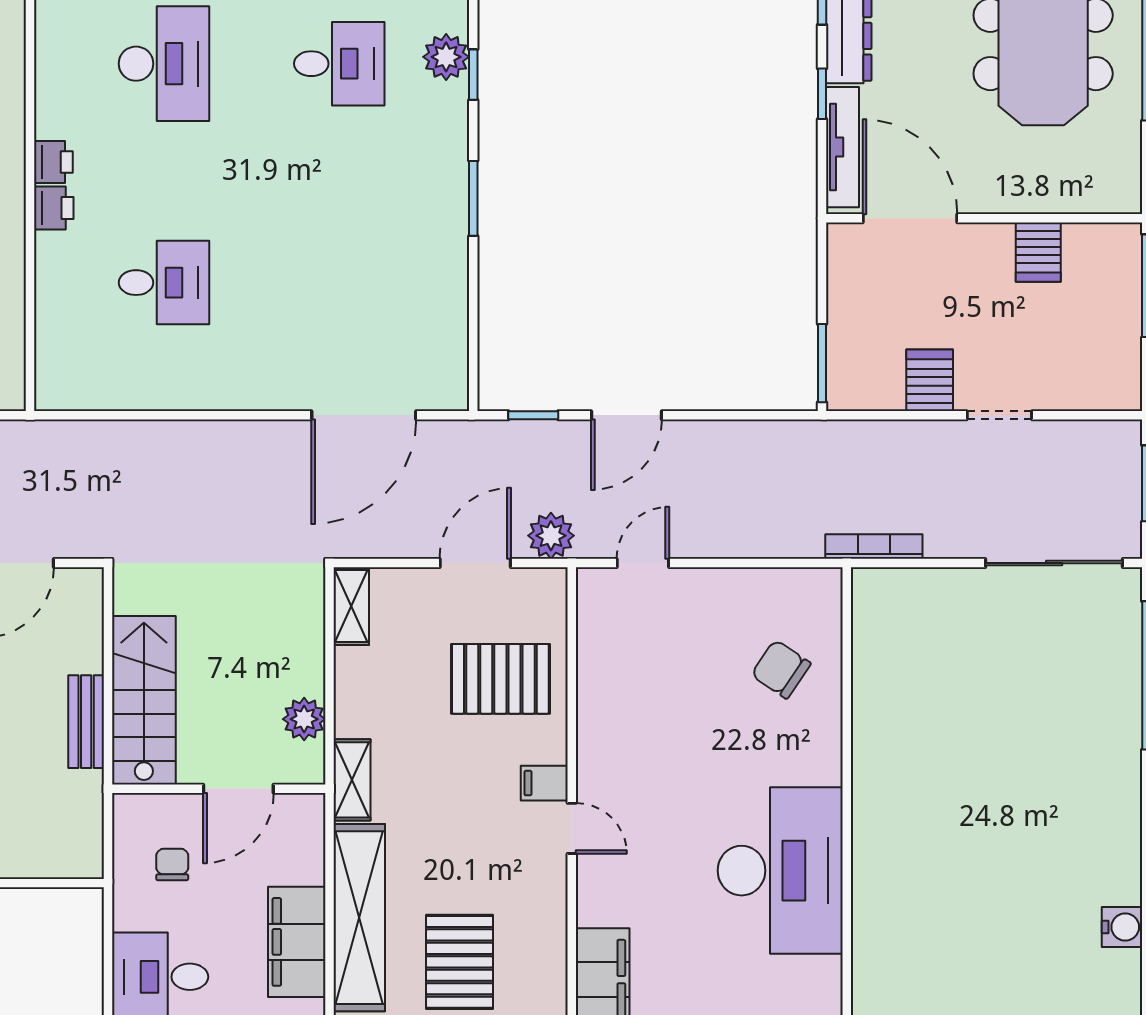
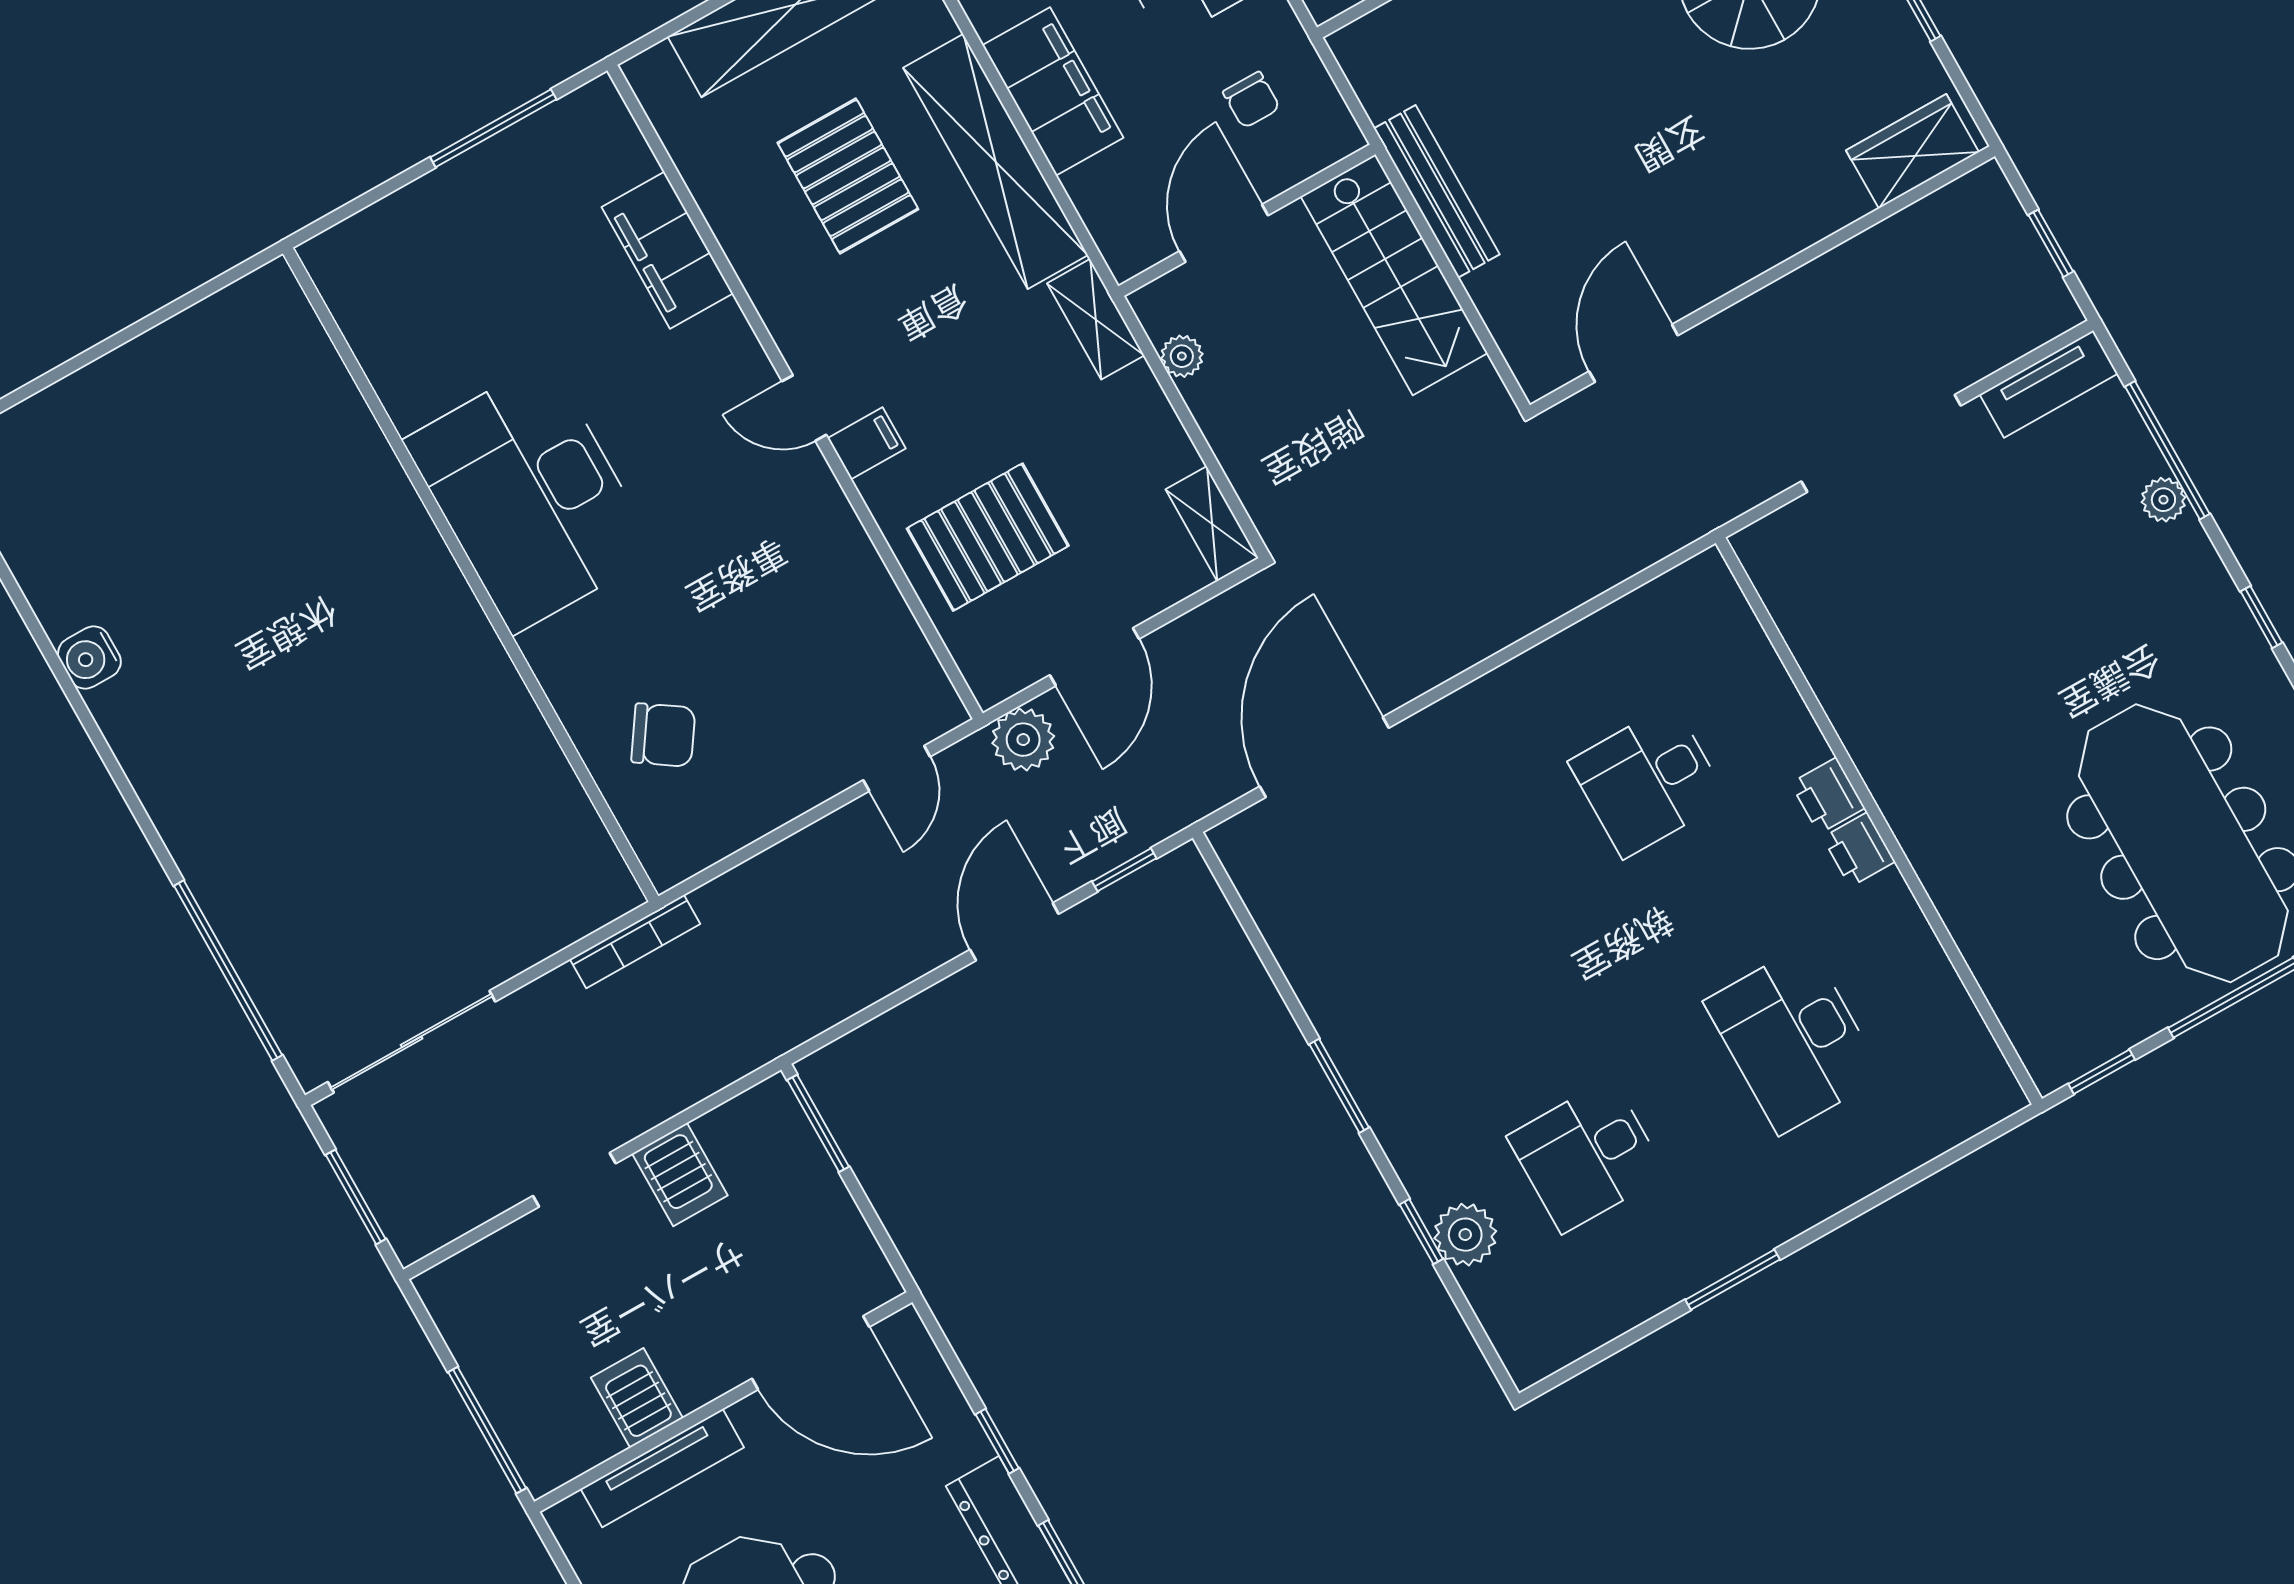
tv unit: (843, 147) -> (662, 1468), moved, turned -90
plant: (304, 719) -> (1182, 356), width x0.73, depth x0.73
bench: (86, 722) -> (1437, 191), width x1.36

